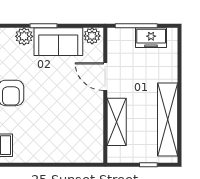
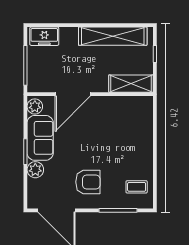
freezer: (151, 38) -> (44, 36), moved, turned 90
door: (105, 77) -> (73, 94), width x1.36
shelving: (117, 122) -> (131, 84), moved

